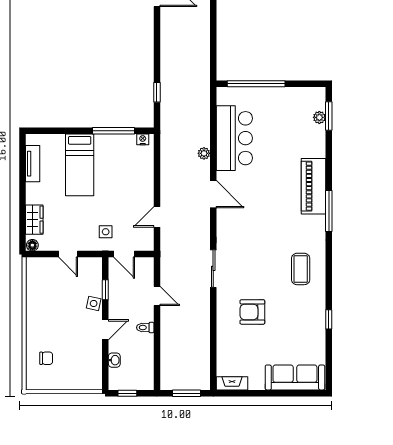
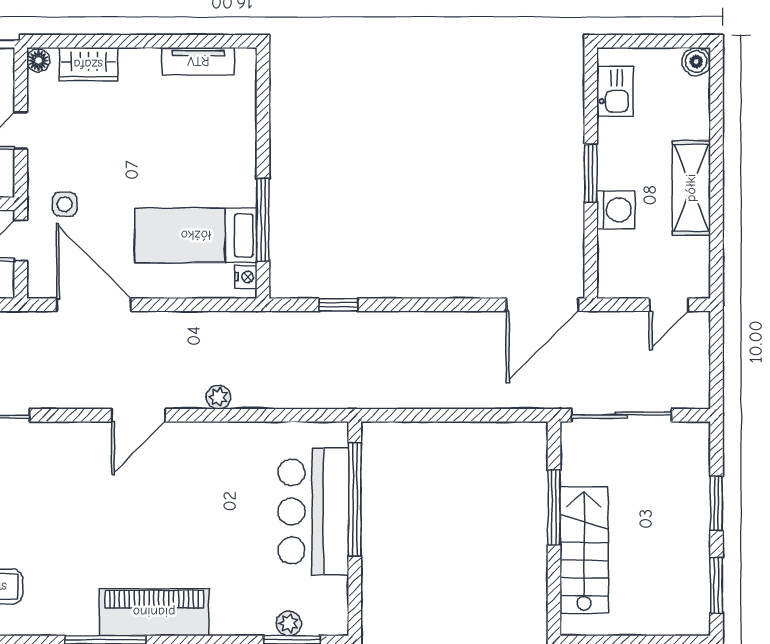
bar counter: (234, 138) -> (313, 511), moved, turned 90
bed: (80, 165) -> (196, 235), moved
door: (157, 217) -> (94, 305), width x1.87

